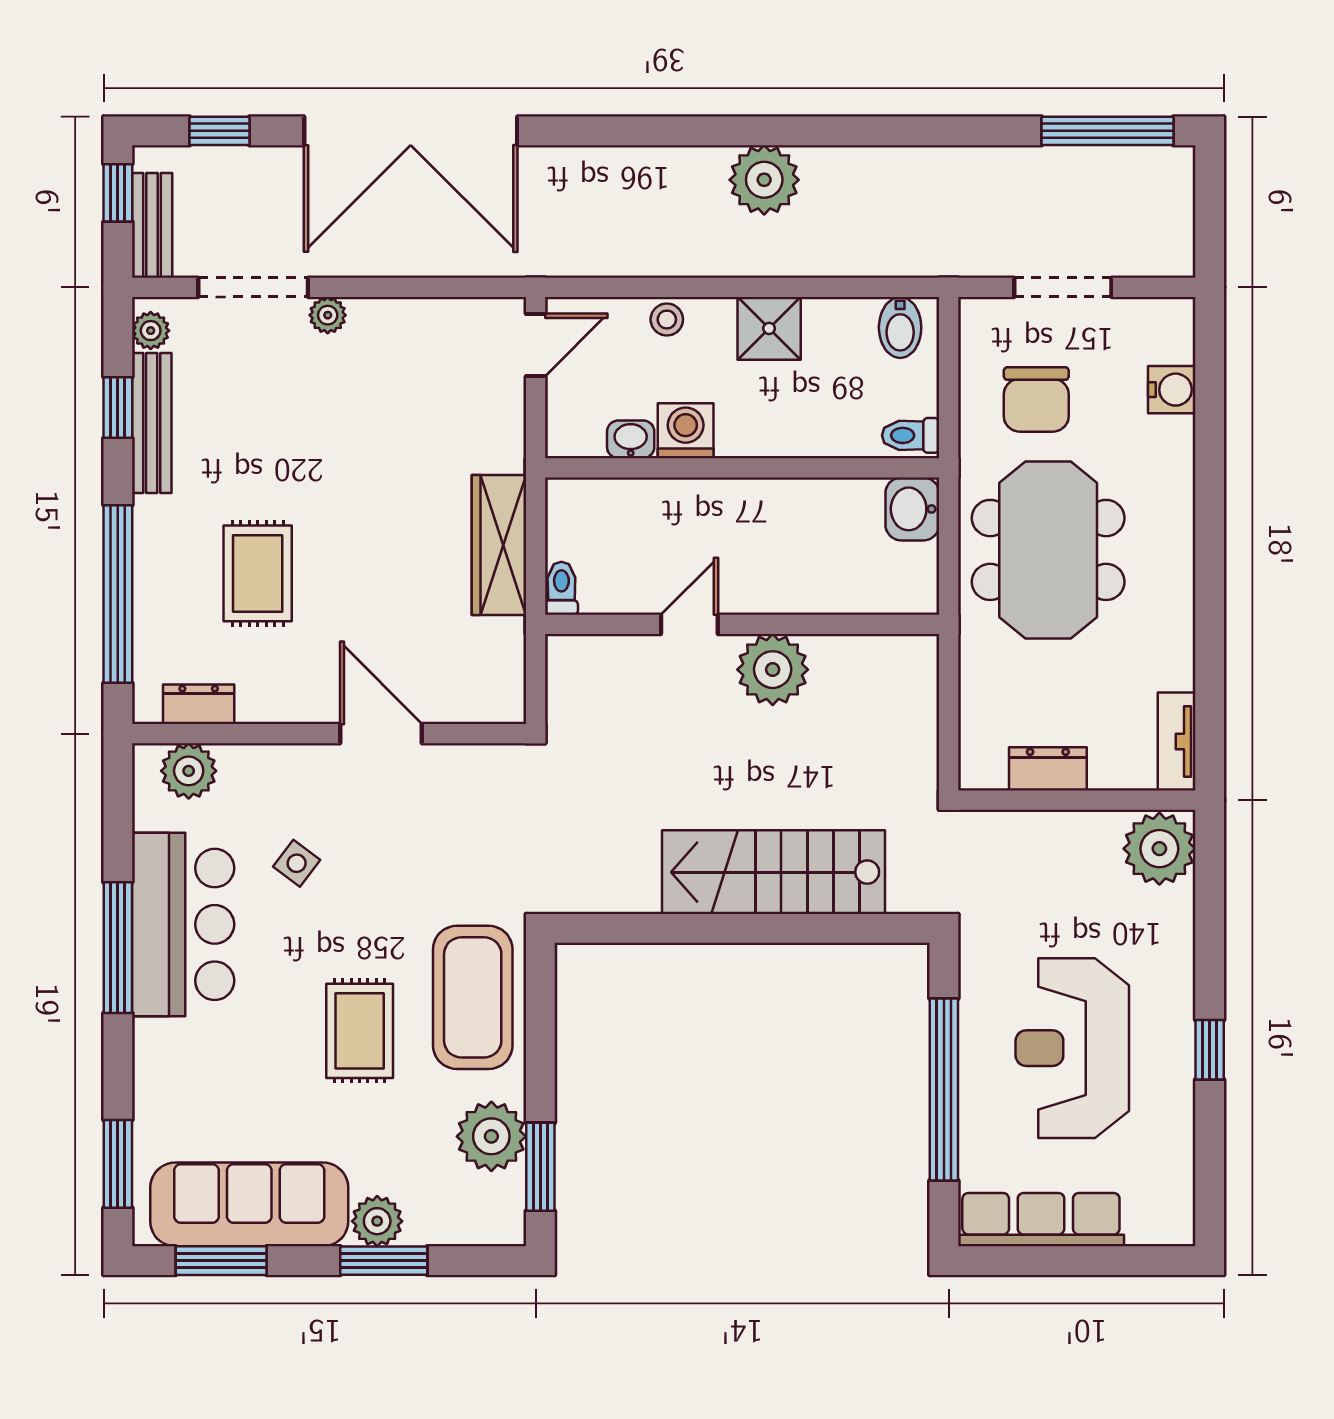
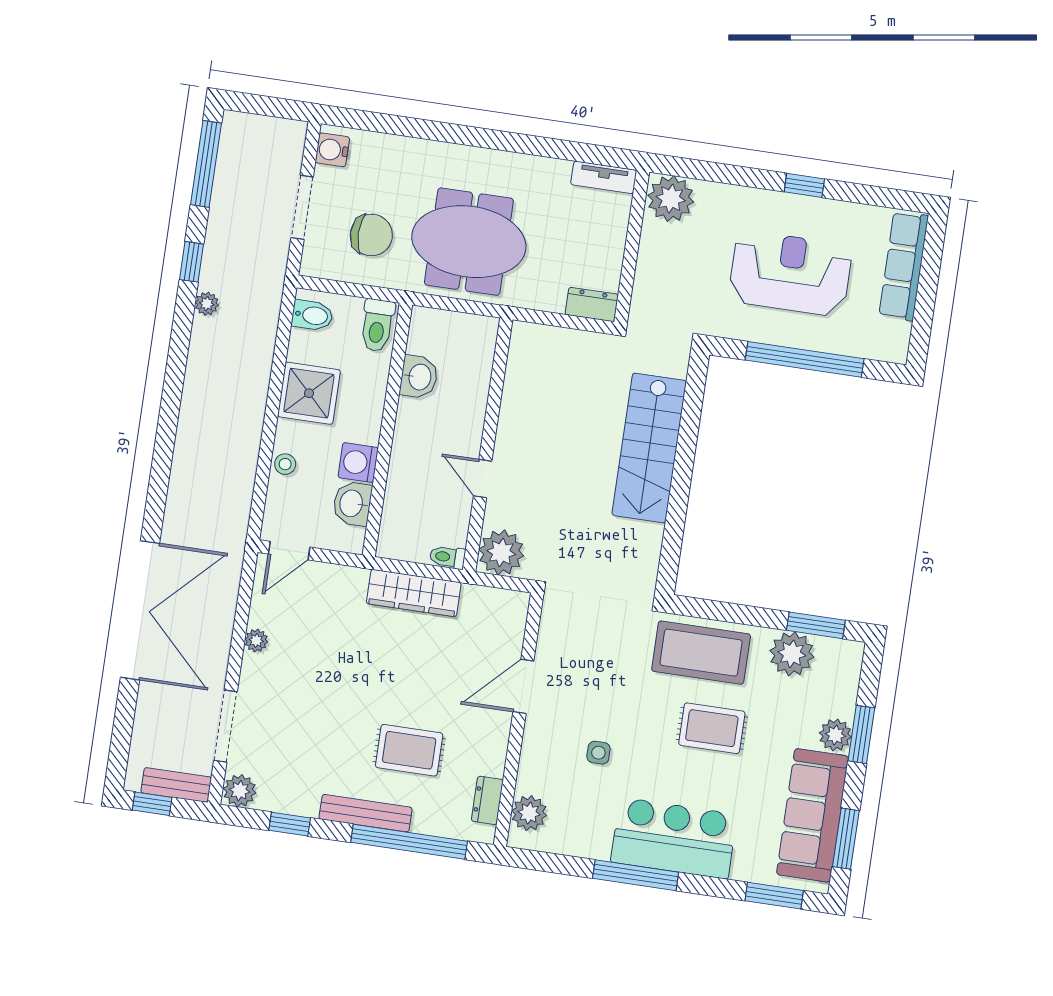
window: (219, 131) -> (191, 262), moved
plant: (764, 180) -> (207, 304), moved, width x0.53, depth x0.53
plant: (328, 315) -> (256, 641), moved
shower: (769, 328) -> (309, 393), width x1.36, depth x1.36
plant: (151, 331) -> (240, 791), width x1.38, depth x1.38
door: (536, 345) -> (289, 551), swing flipped
water cooler: (1172, 390) -> (332, 150), moved, turned -90
bench: (152, 423) -> (366, 813), moved
toilet: (911, 435) -> (377, 325), width x1.37, depth x1.39
washbasin: (631, 439) -> (352, 504), width x1.38, depth x1.45
washbasin: (912, 509) -> (419, 377), moved, turned -90
plant: (773, 670) -> (501, 552), moved
dresser: (1048, 769) -> (592, 304), moved, turned 90
side table: (297, 863) -> (598, 753), turned -37
bar counter: (183, 924) -> (674, 838), moved
reception desk: (1072, 1048) -> (790, 273), turned 180
row of seats: (1041, 1220) -> (904, 266), moved

